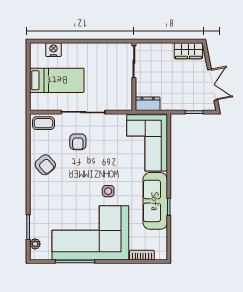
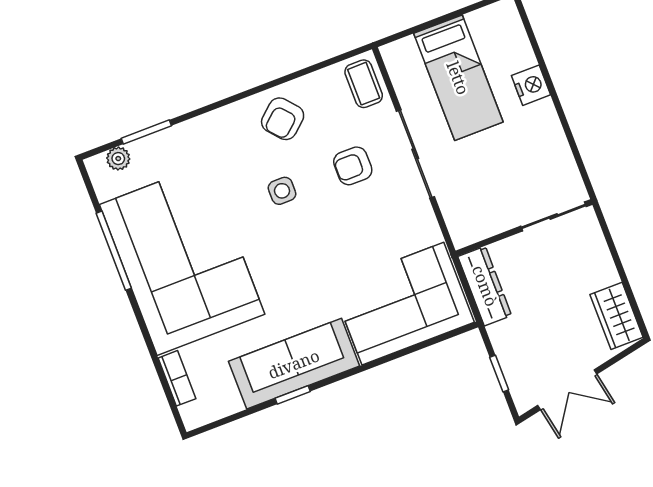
nightstand: (53, 50) -> (531, 85), moved
dresser: (148, 104) -> (485, 286), width x1.44
side table: (108, 191) -> (282, 191), moved

